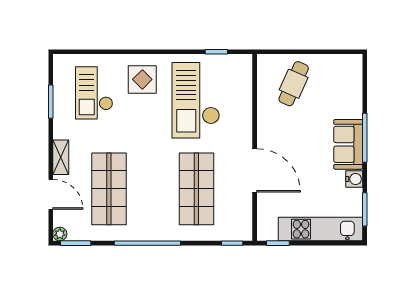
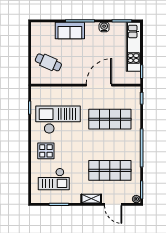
checkout: (196, 100) -> (58, 120), turned 180
sofa: (348, 144) -> (70, 30), moved
door: (51, 194) -> (113, 204), swing flipped

